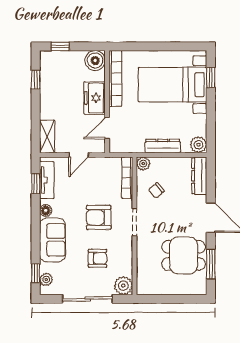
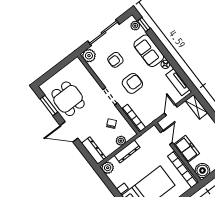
plant: (143, 164) -> (121, 141), moved
window: (36, 184) -> (183, 75), removed
dining table: (184, 255) -> (68, 99), turned 90

